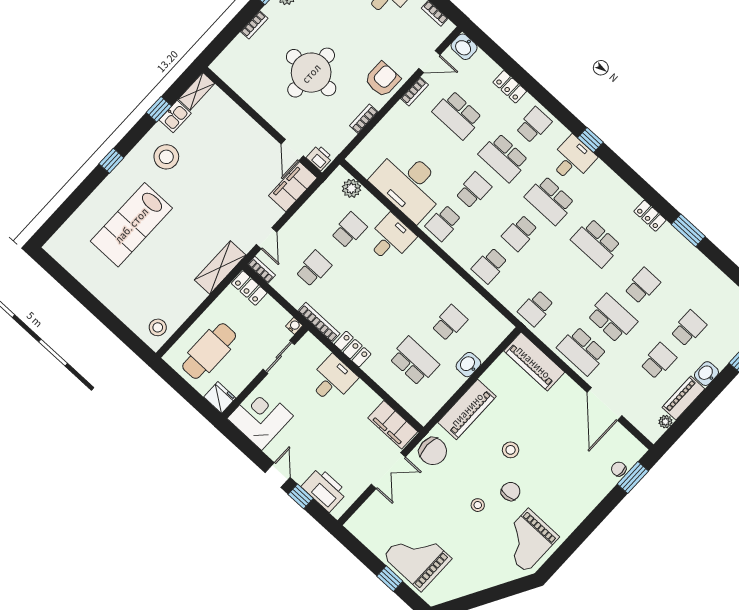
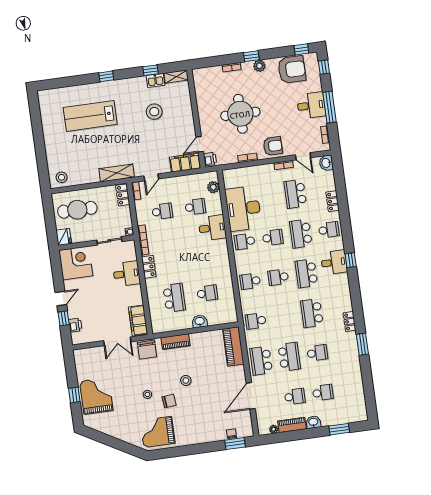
stool: (166, 157) -> (154, 112), moved
piano: (467, 409) -> (175, 342), width x0.73, depth x0.75
printer: (324, 490) -> (75, 325), width x0.53, depth x0.68

